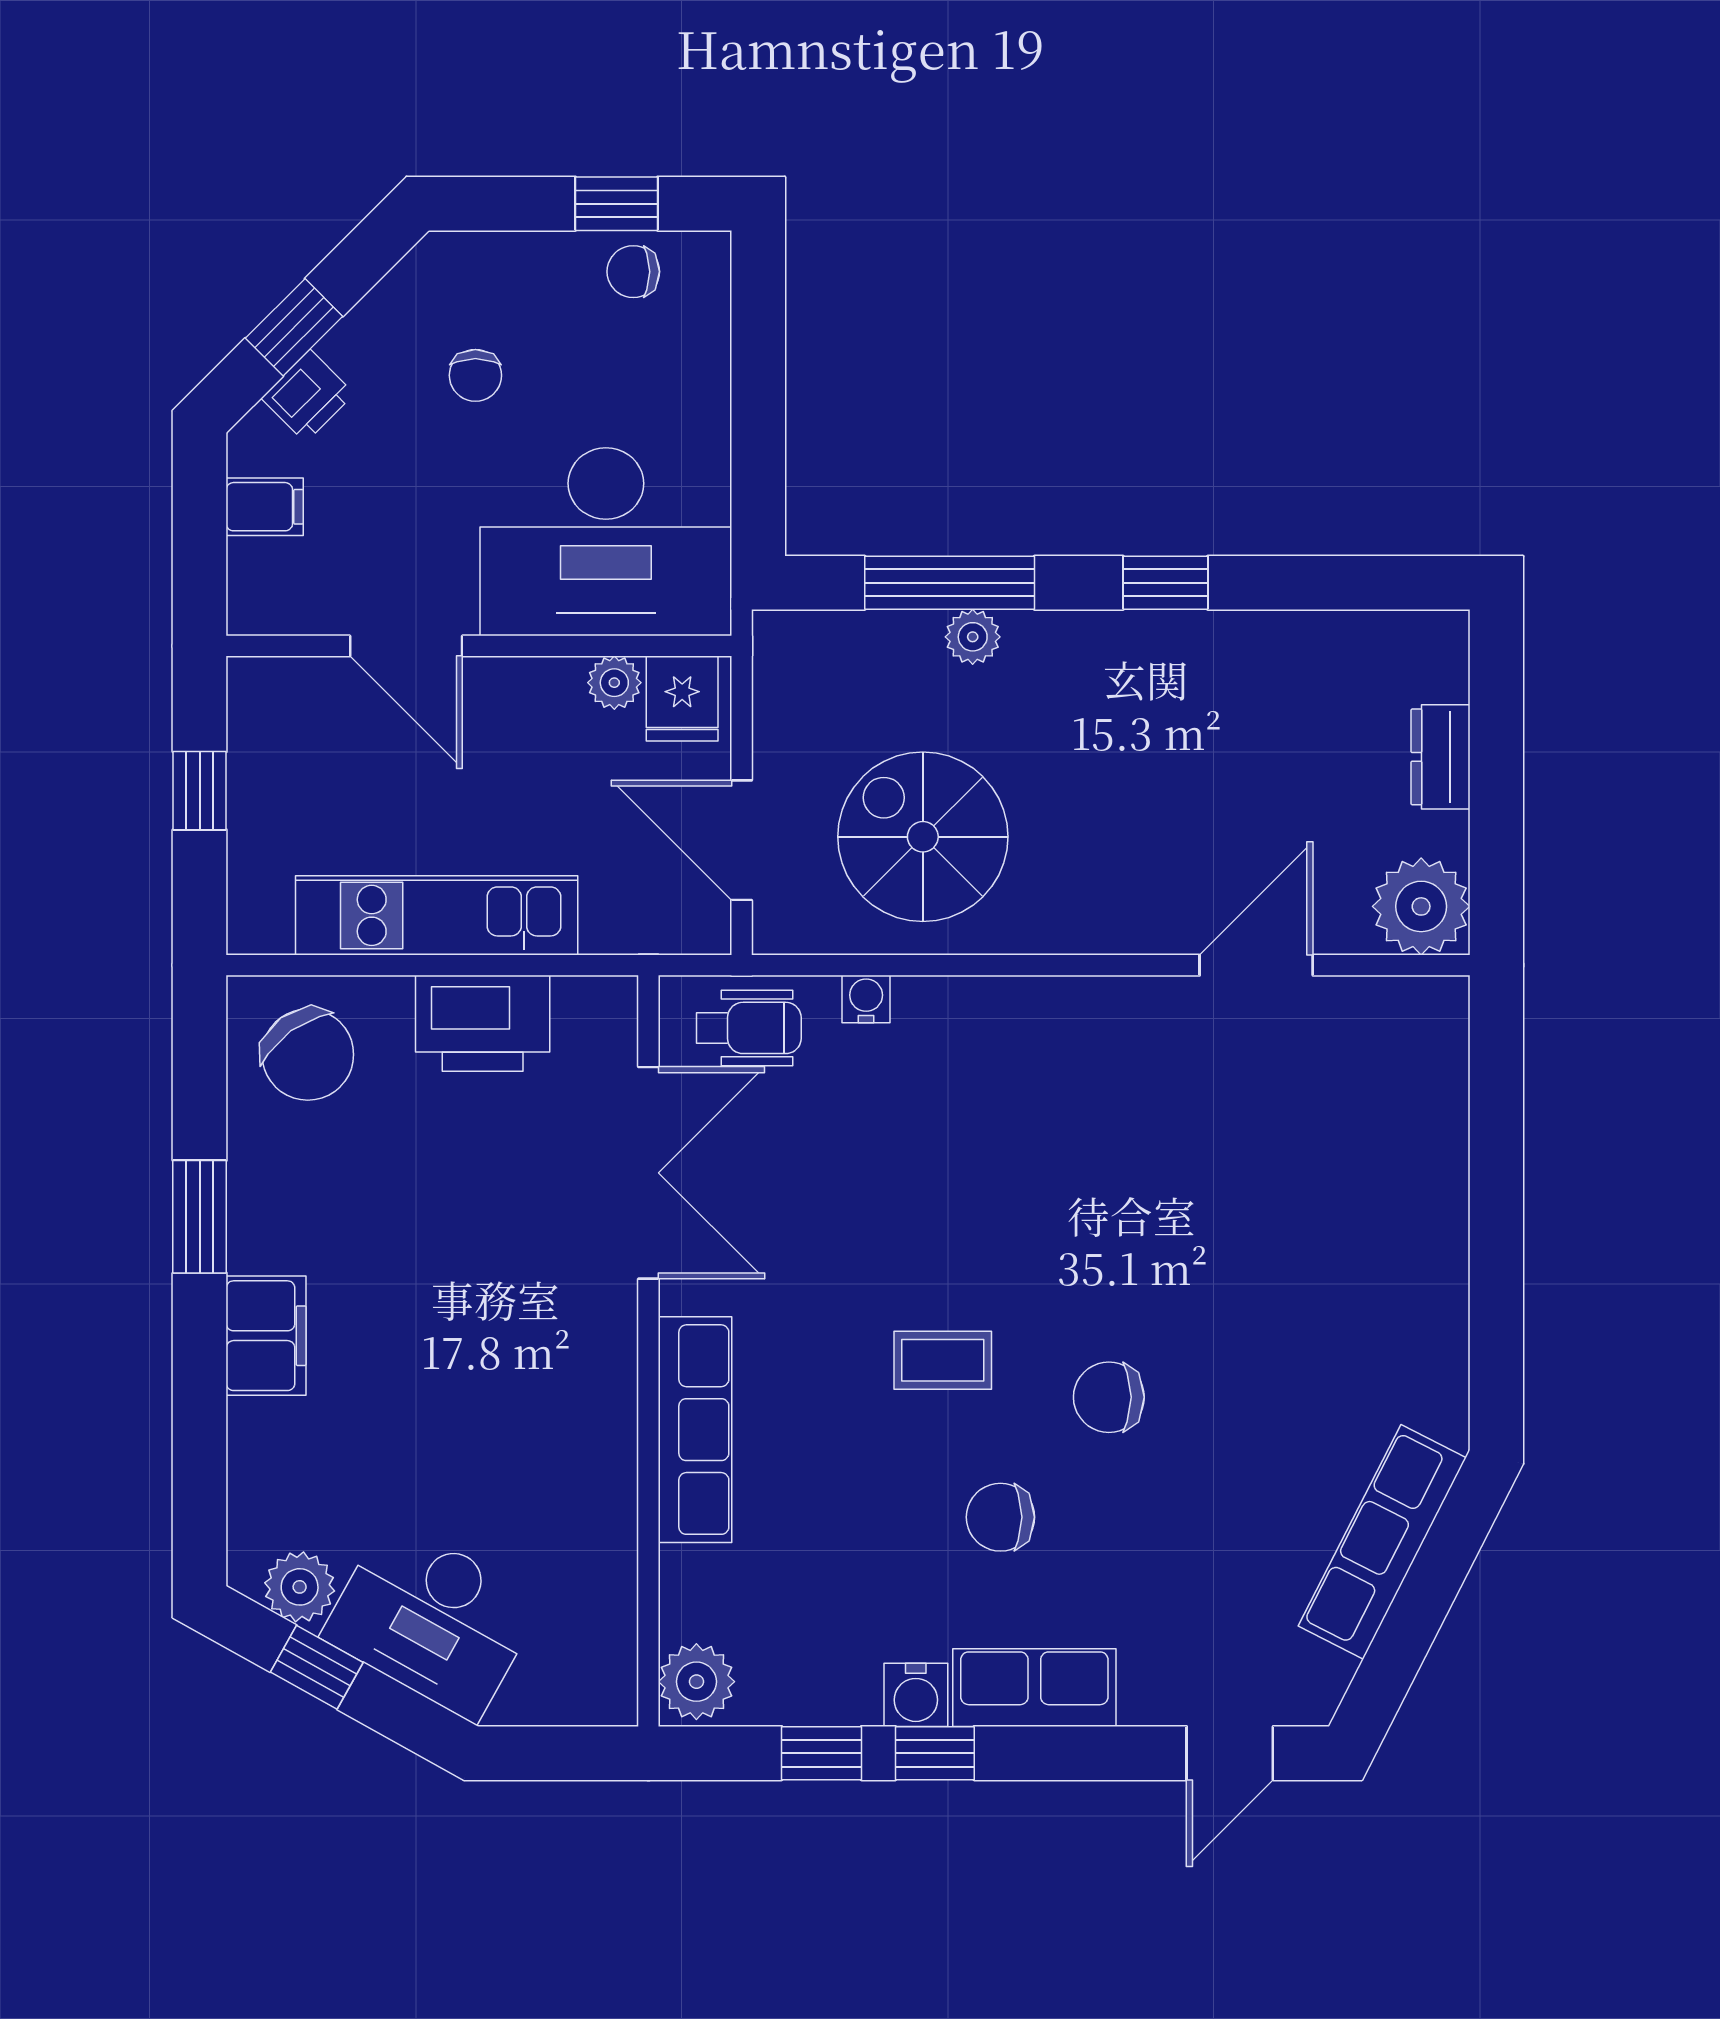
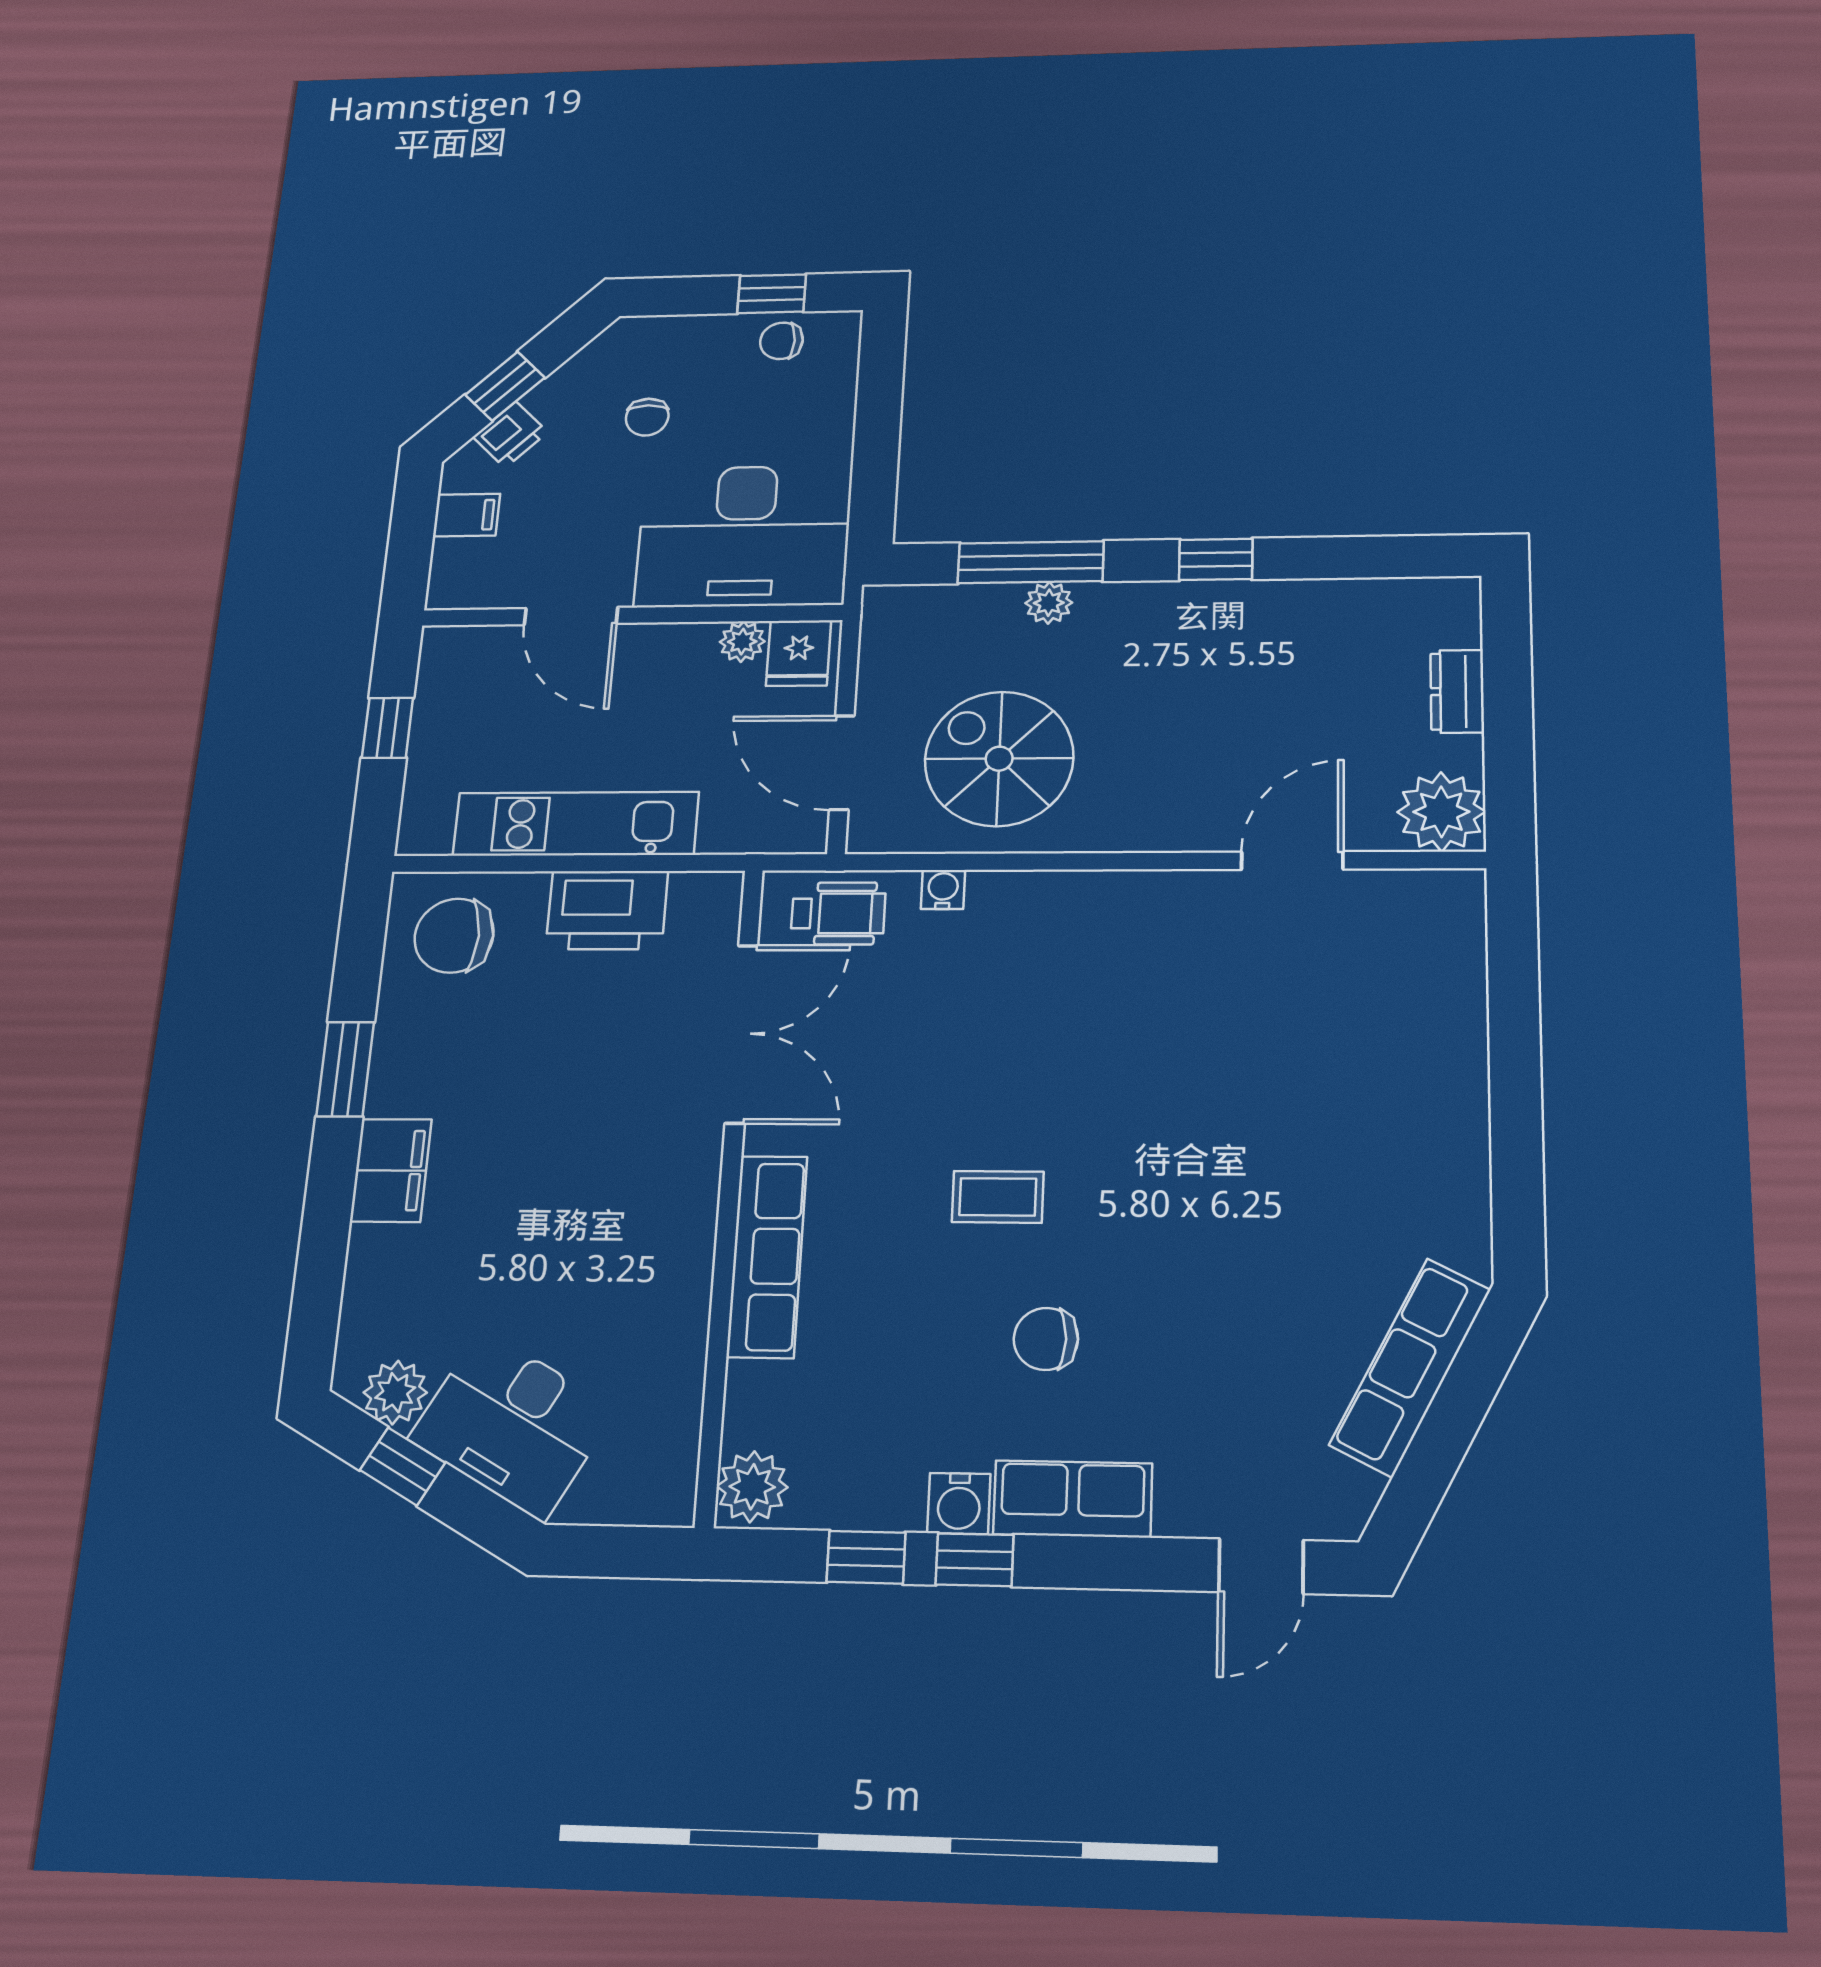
chair: (308, 1055) -> (454, 936), turned 126
chair: (1109, 1397) -> (1151, 1231), removed

